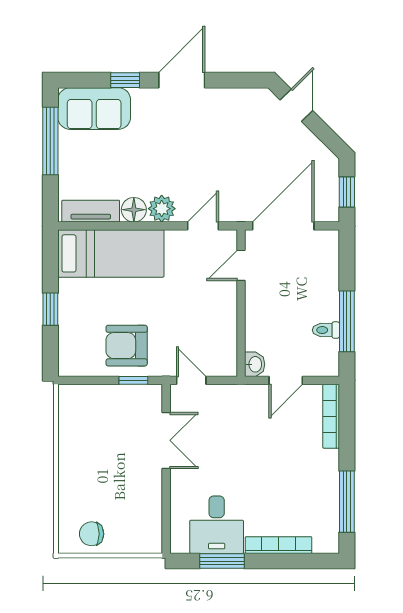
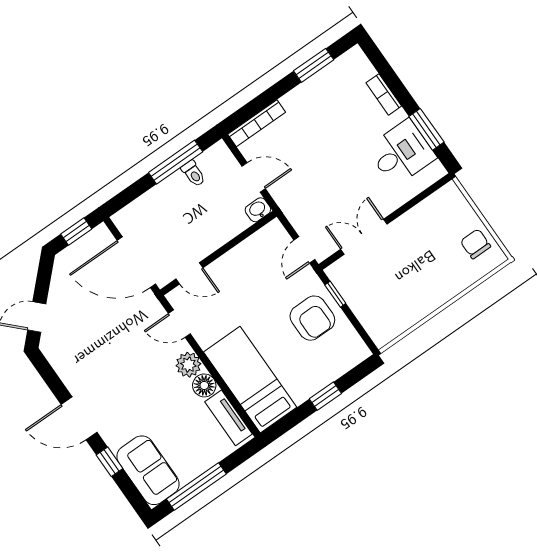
window: (347, 502) -> (314, 65), width x0.69
chair: (92, 534) -> (476, 244), turned 180
bookcase: (279, 545) -> (384, 94), width x0.64

